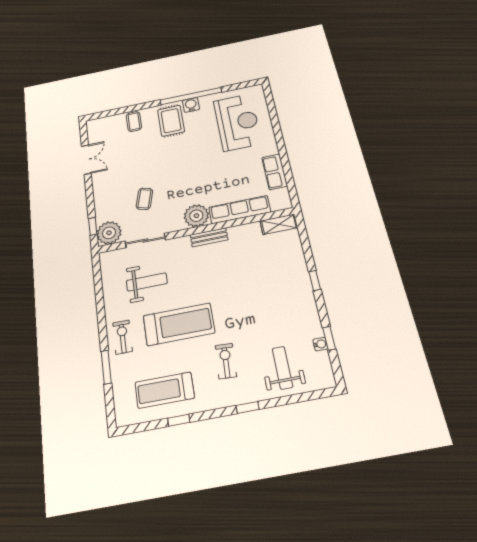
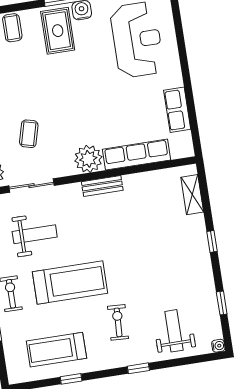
shelving: (279, 224) -> (192, 195), moved, turned 90
water cooler: (320, 344) -> (218, 346), moved

